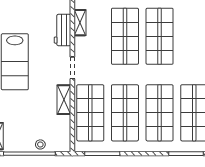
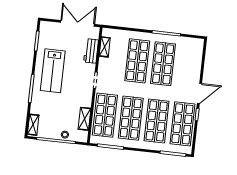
shelving: (64, 100) -> (85, 119), moved

